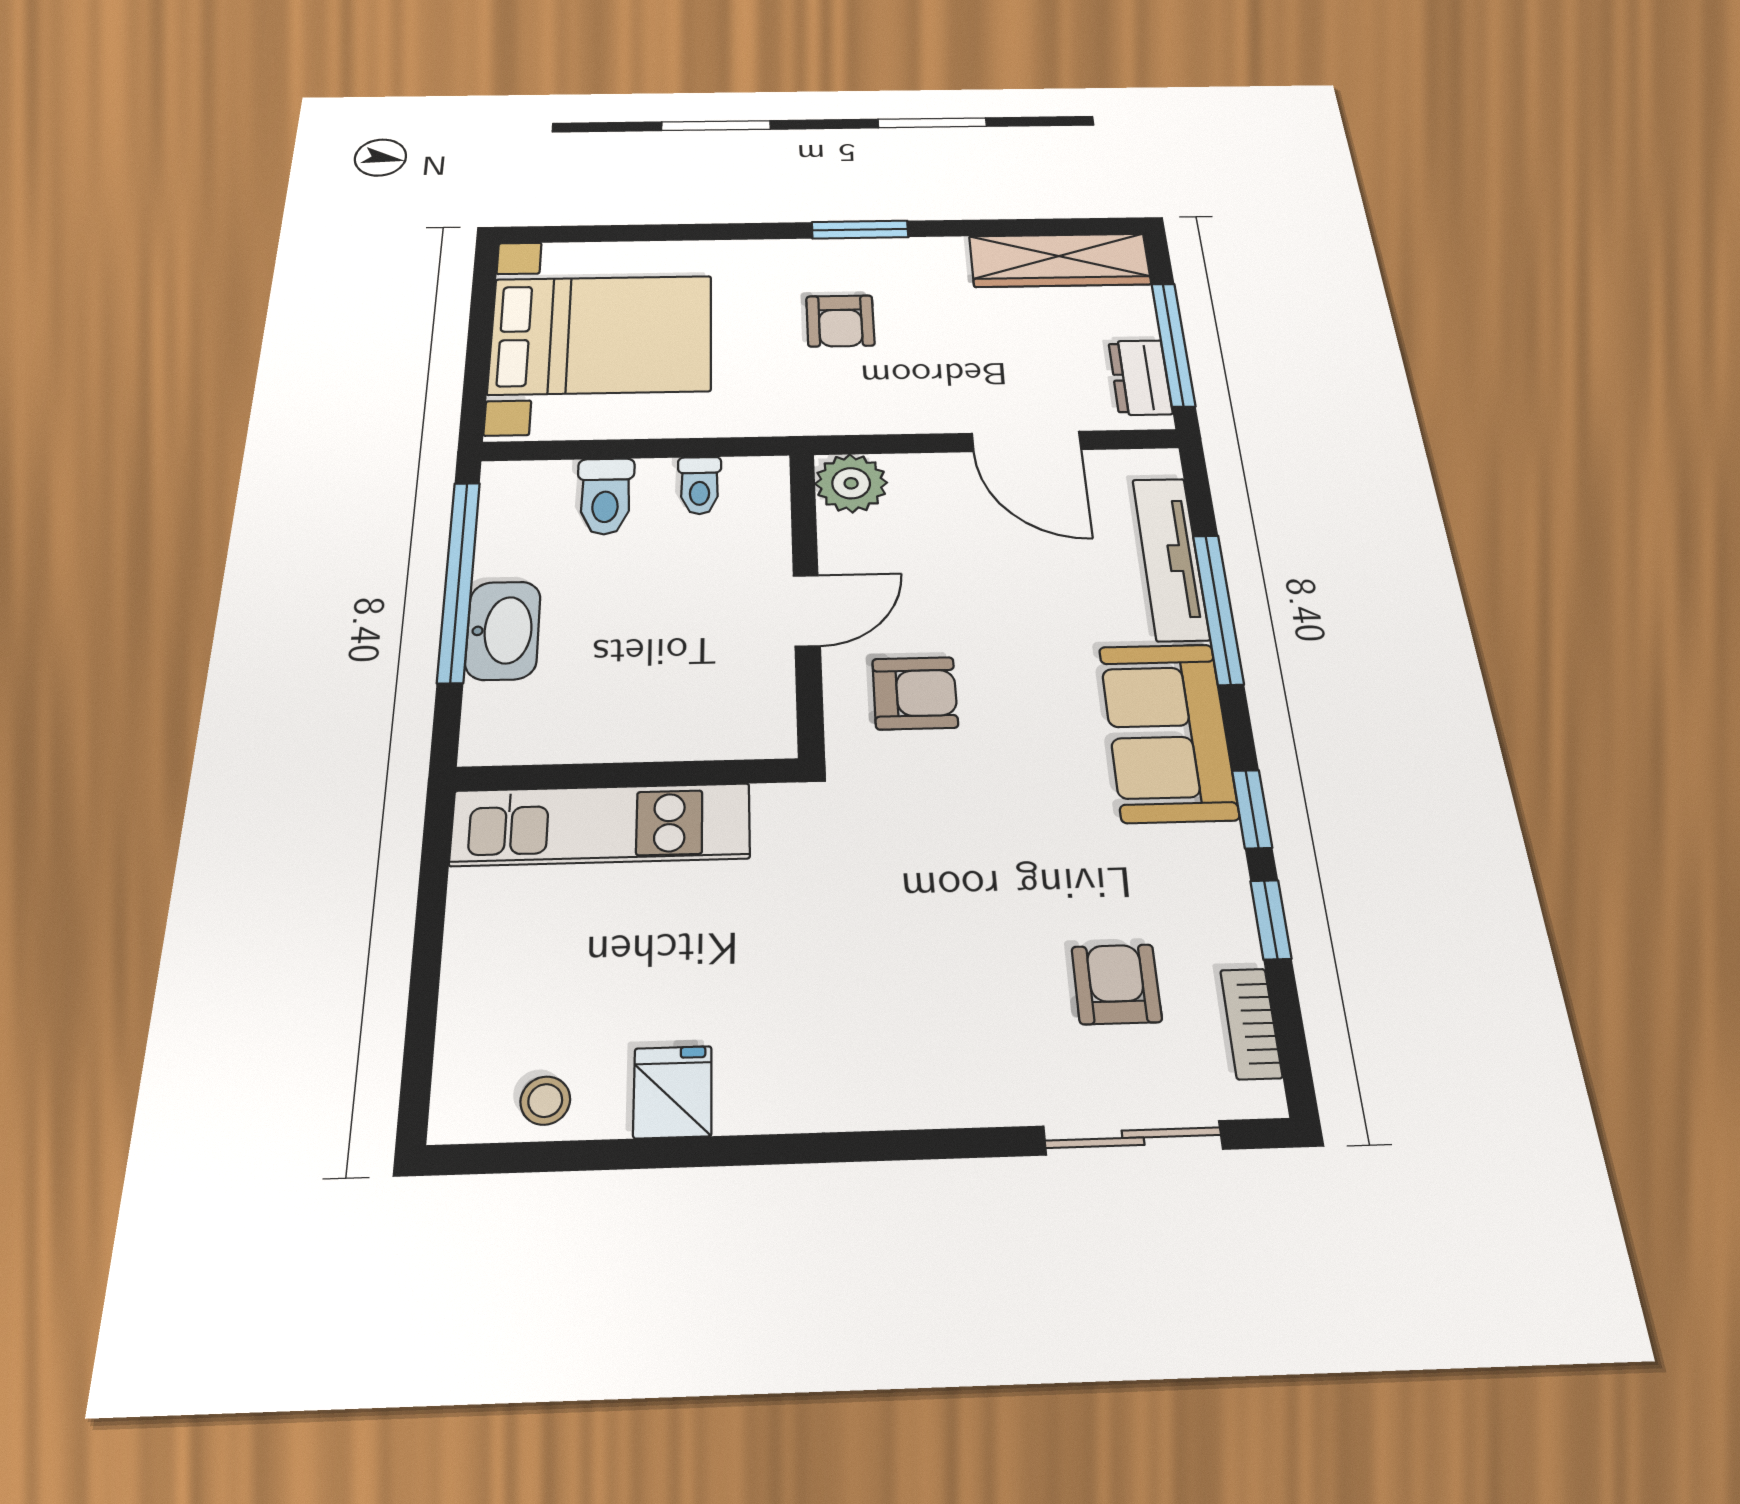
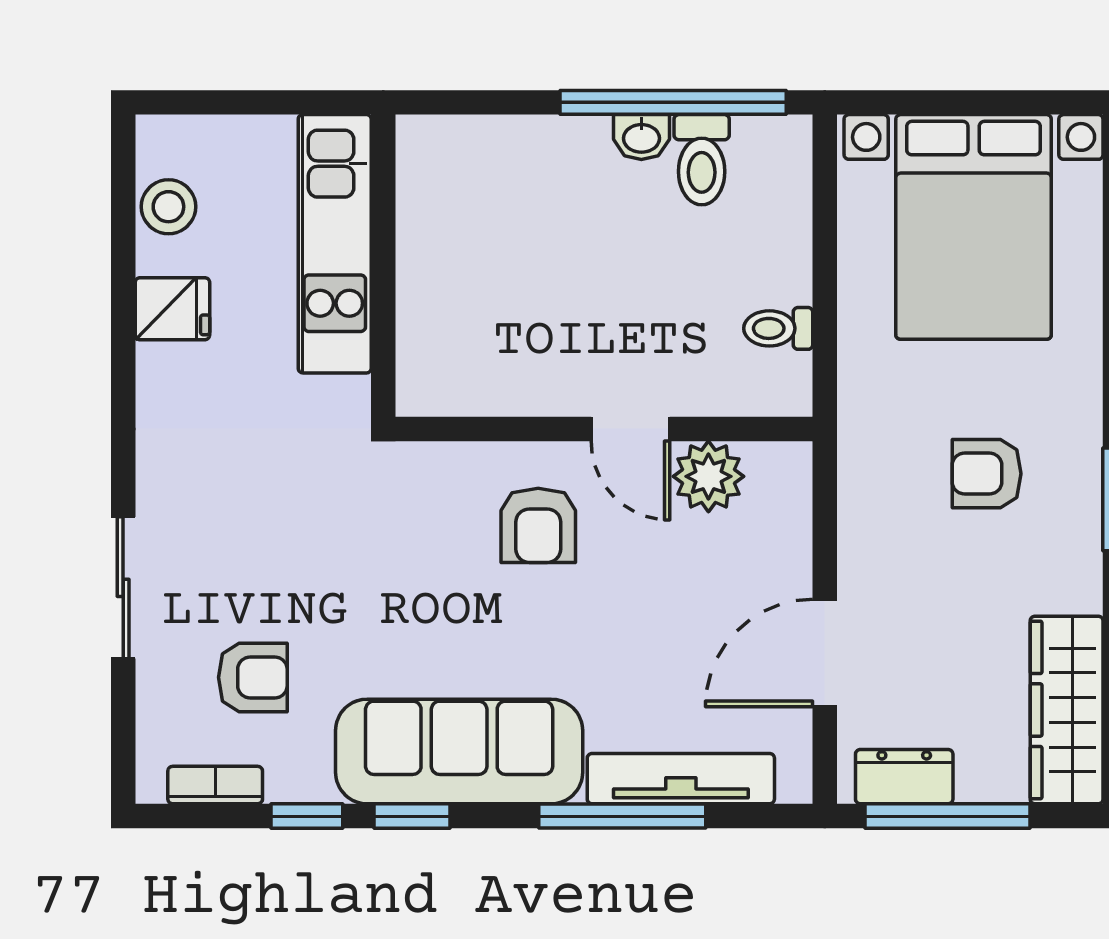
plant: (851, 483) -> (708, 476), moved
toilet: (605, 496) -> (702, 160), moved, turned -90
washbasin: (503, 630) -> (641, 137), width x0.52, depth x0.69
sofa: (1168, 732) -> (459, 751), width x1.36
wall: (627, 774) -> (383, 266), moved
kitchen unit: (601, 824) -> (335, 244), moved
stool: (545, 1101) -> (168, 207), width x1.37, depth x1.37
sliding door: (1133, 1138) -> (123, 588), moved

